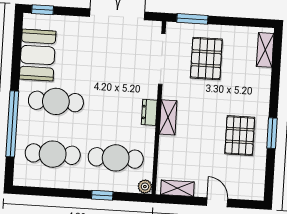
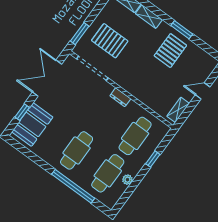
window: (43, 10) -> (22, 112), moved
booth: (38, 55) -> (32, 124), moved, turned 90
shelving: (168, 117) -> (149, 17), moved
pallet: (240, 136) -> (170, 51), turned 90
plant: (145, 187) -> (127, 180), moved

